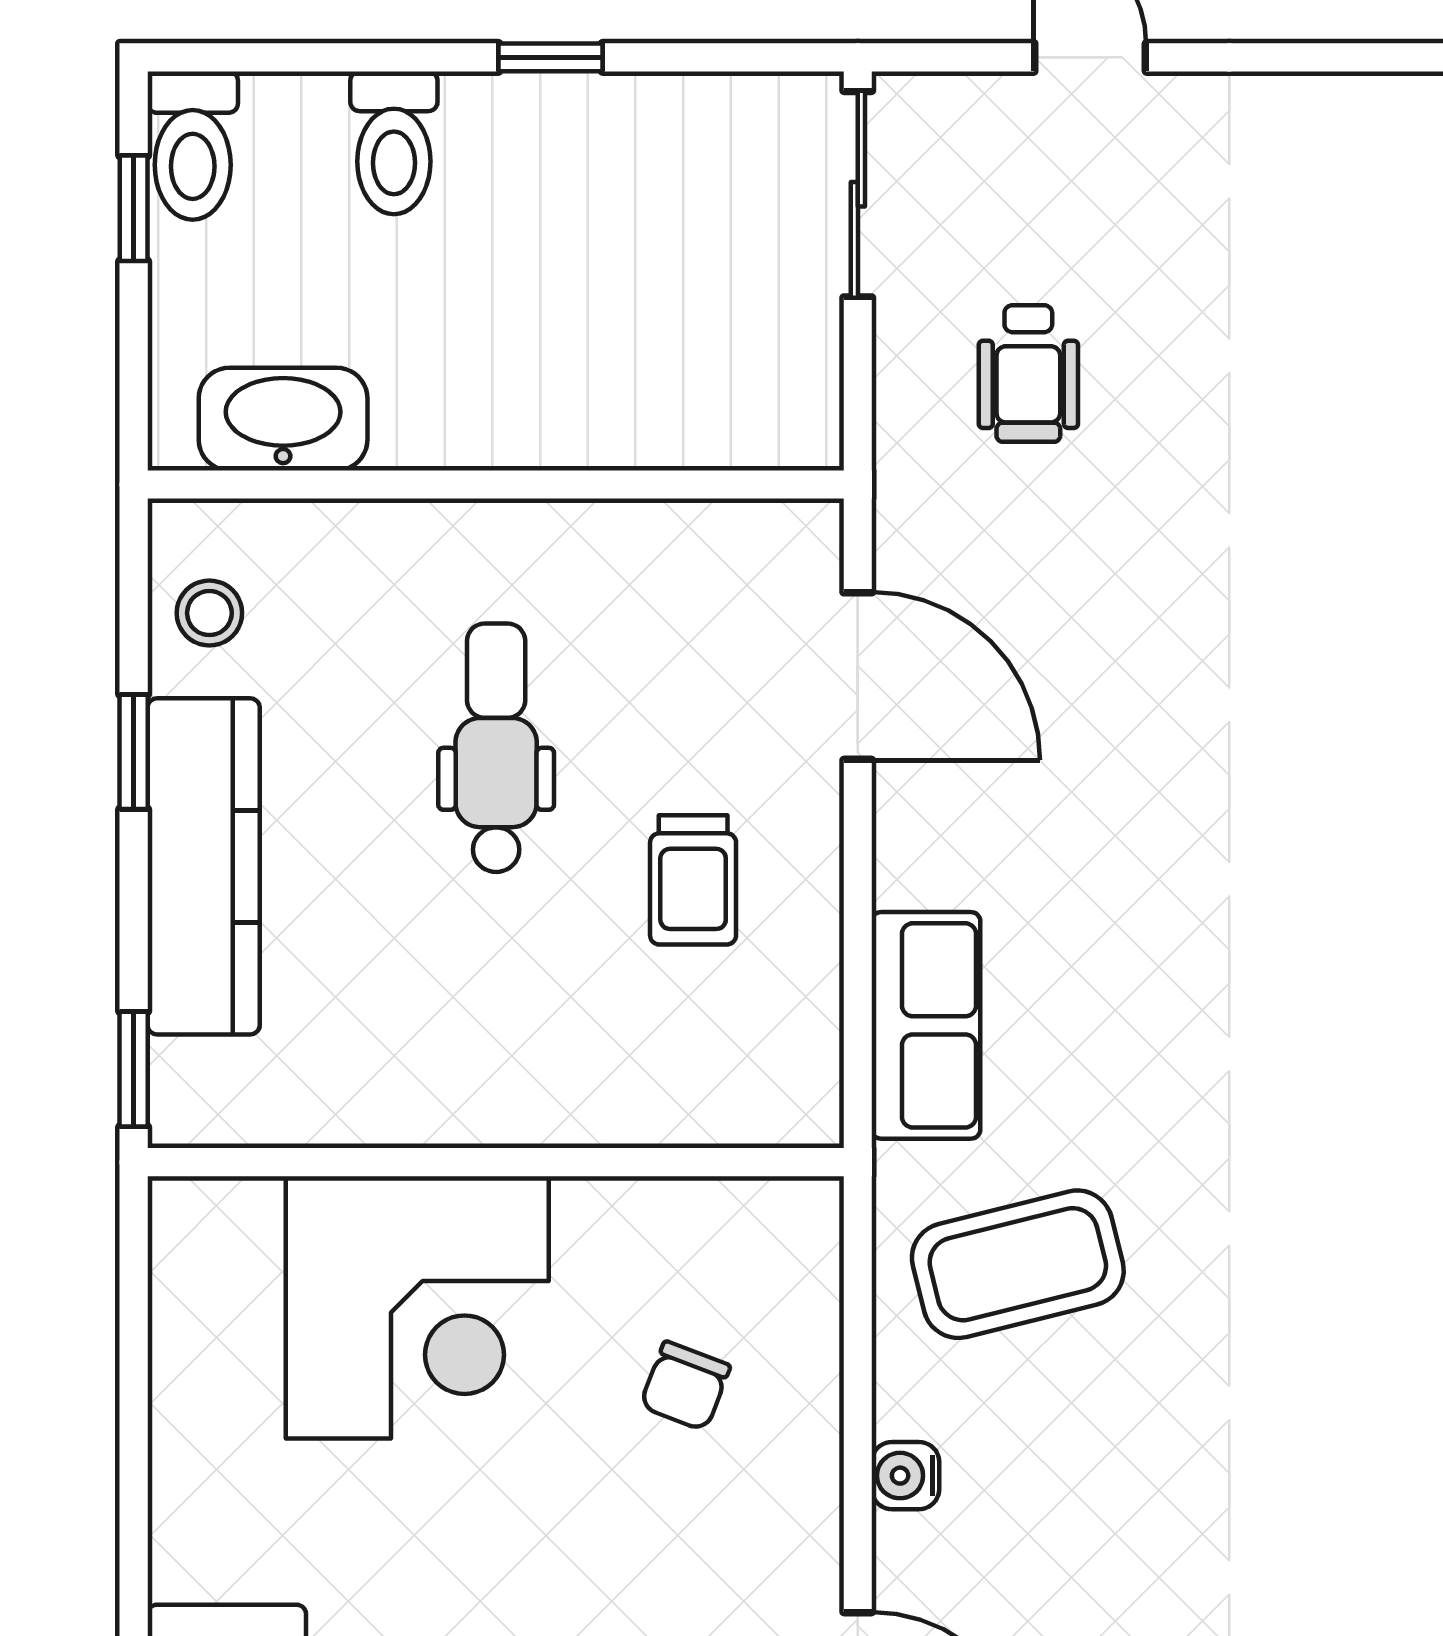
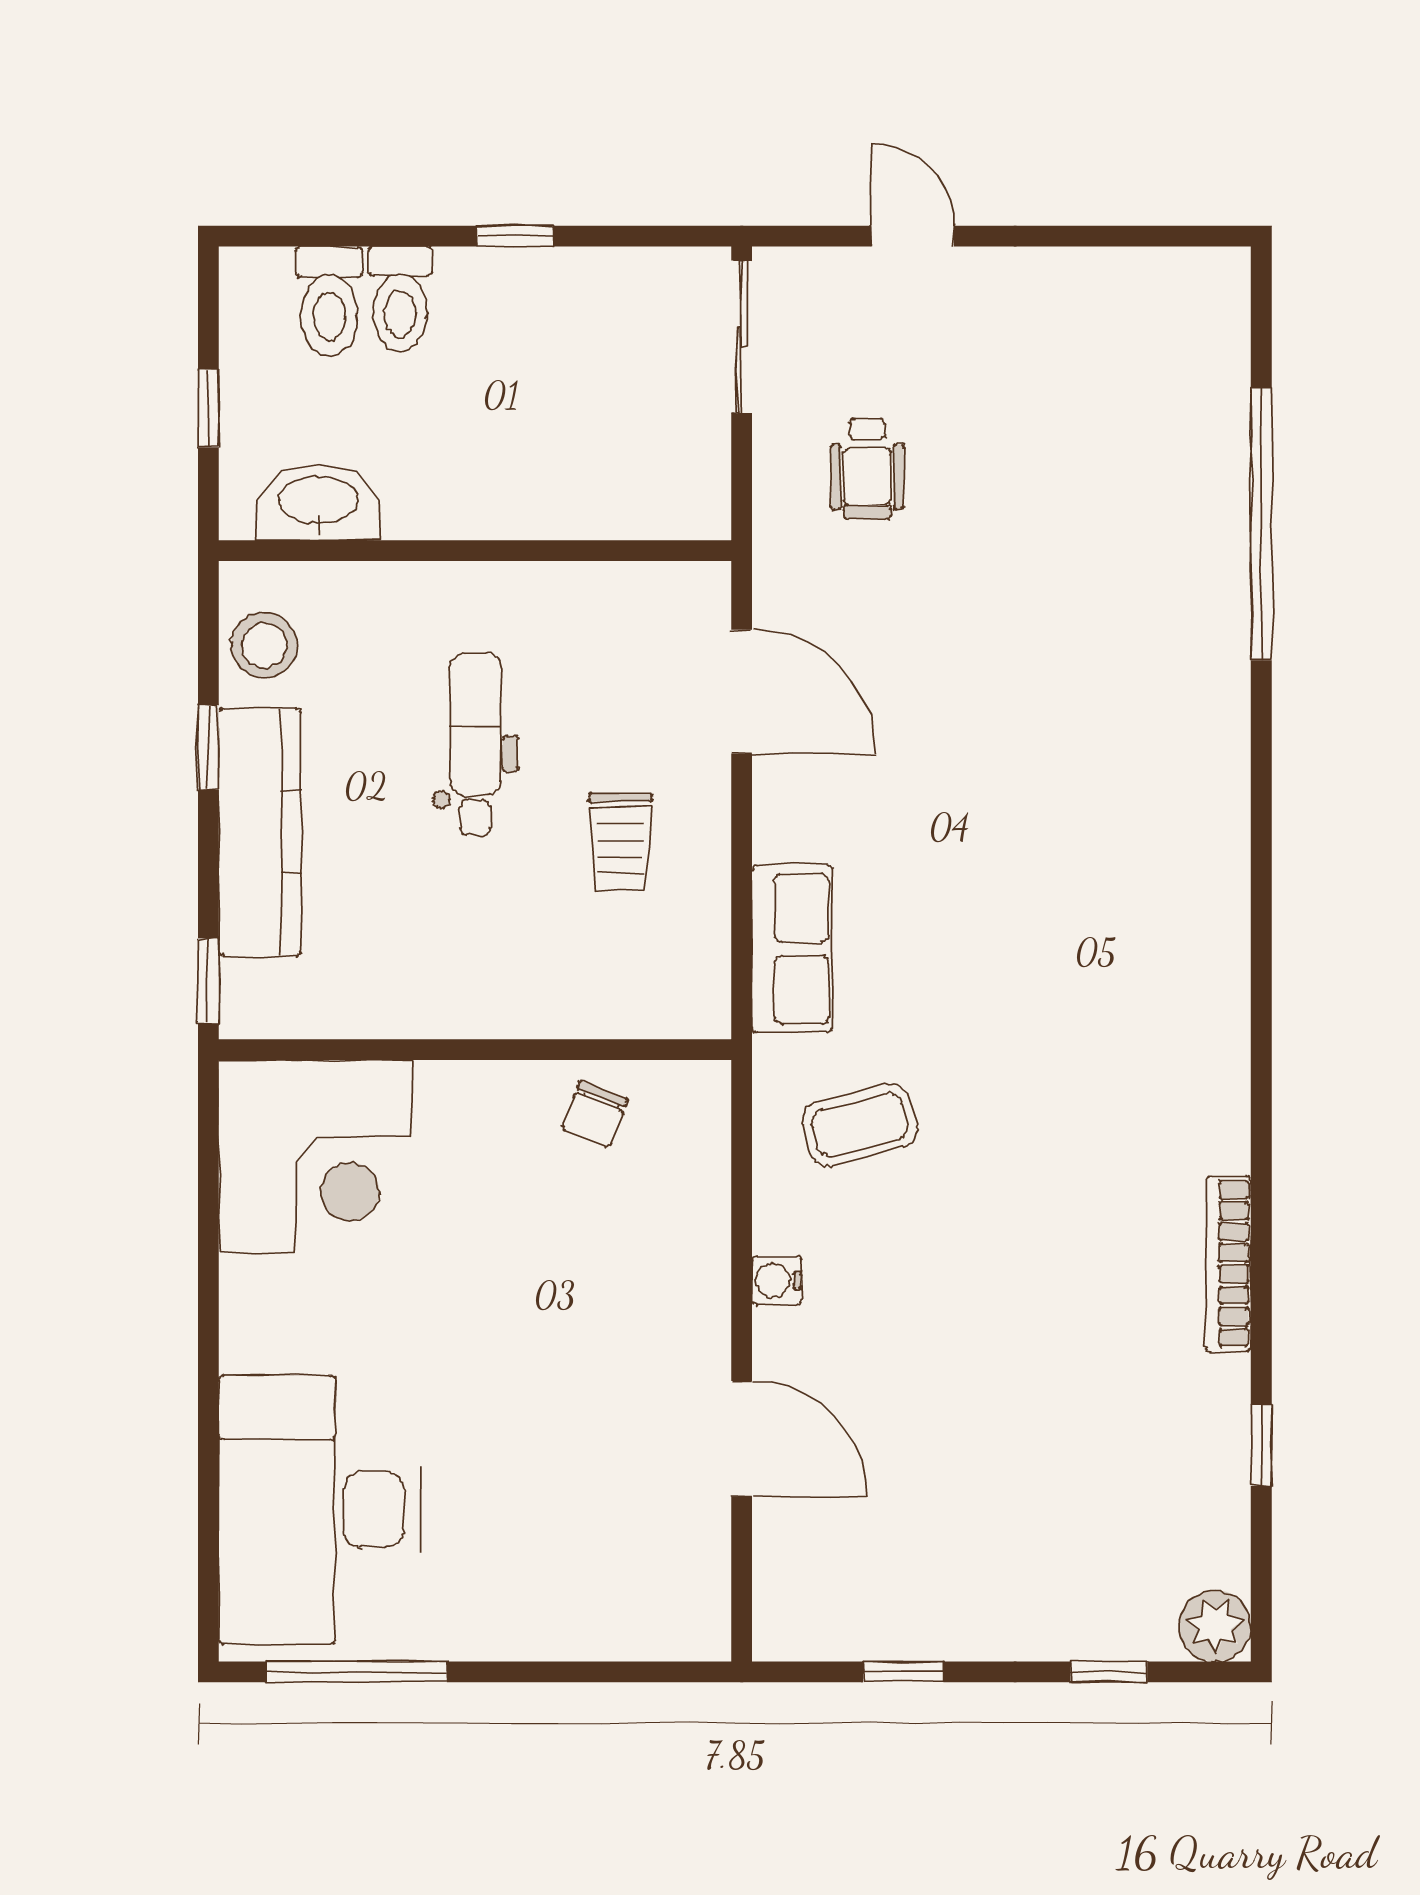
toilet: (193, 146) -> (329, 301), moved
window: (134, 208) -> (208, 408), moved
stool: (209, 613) -> (264, 645), width x1.37, depth x1.37
coffee table: (1018, 1264) -> (860, 1125), width x0.73, depth x0.77
corner desk: (417, 1307) -> (315, 1157), moved
chair: (685, 1386) -> (595, 1114), moved

